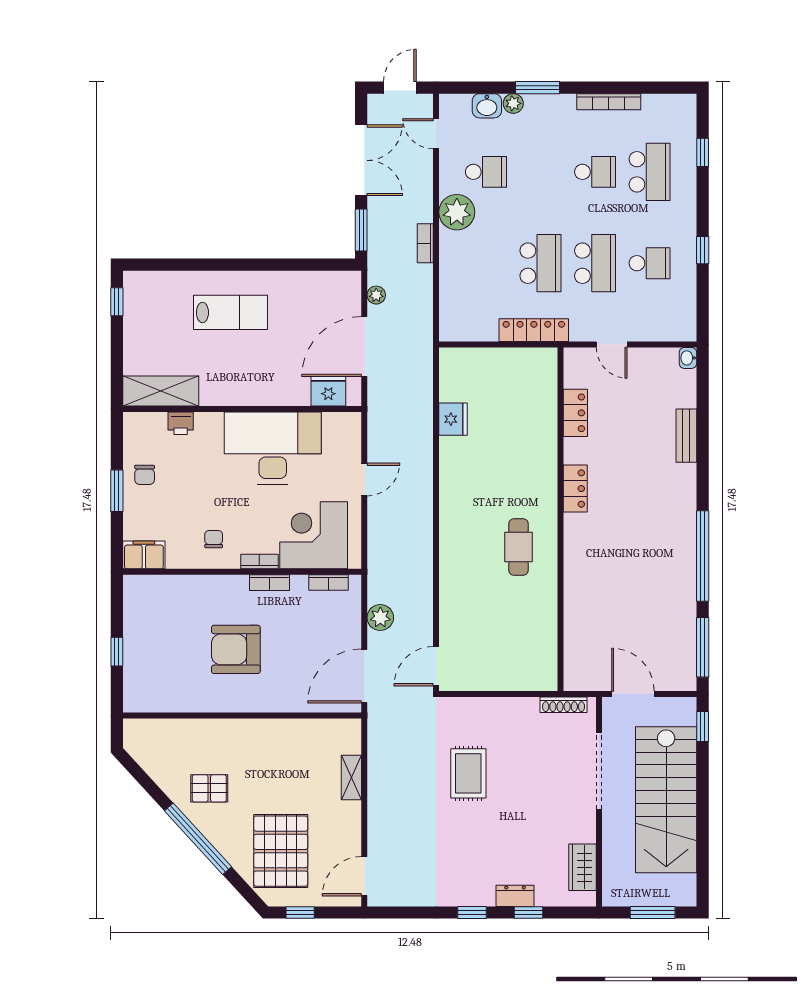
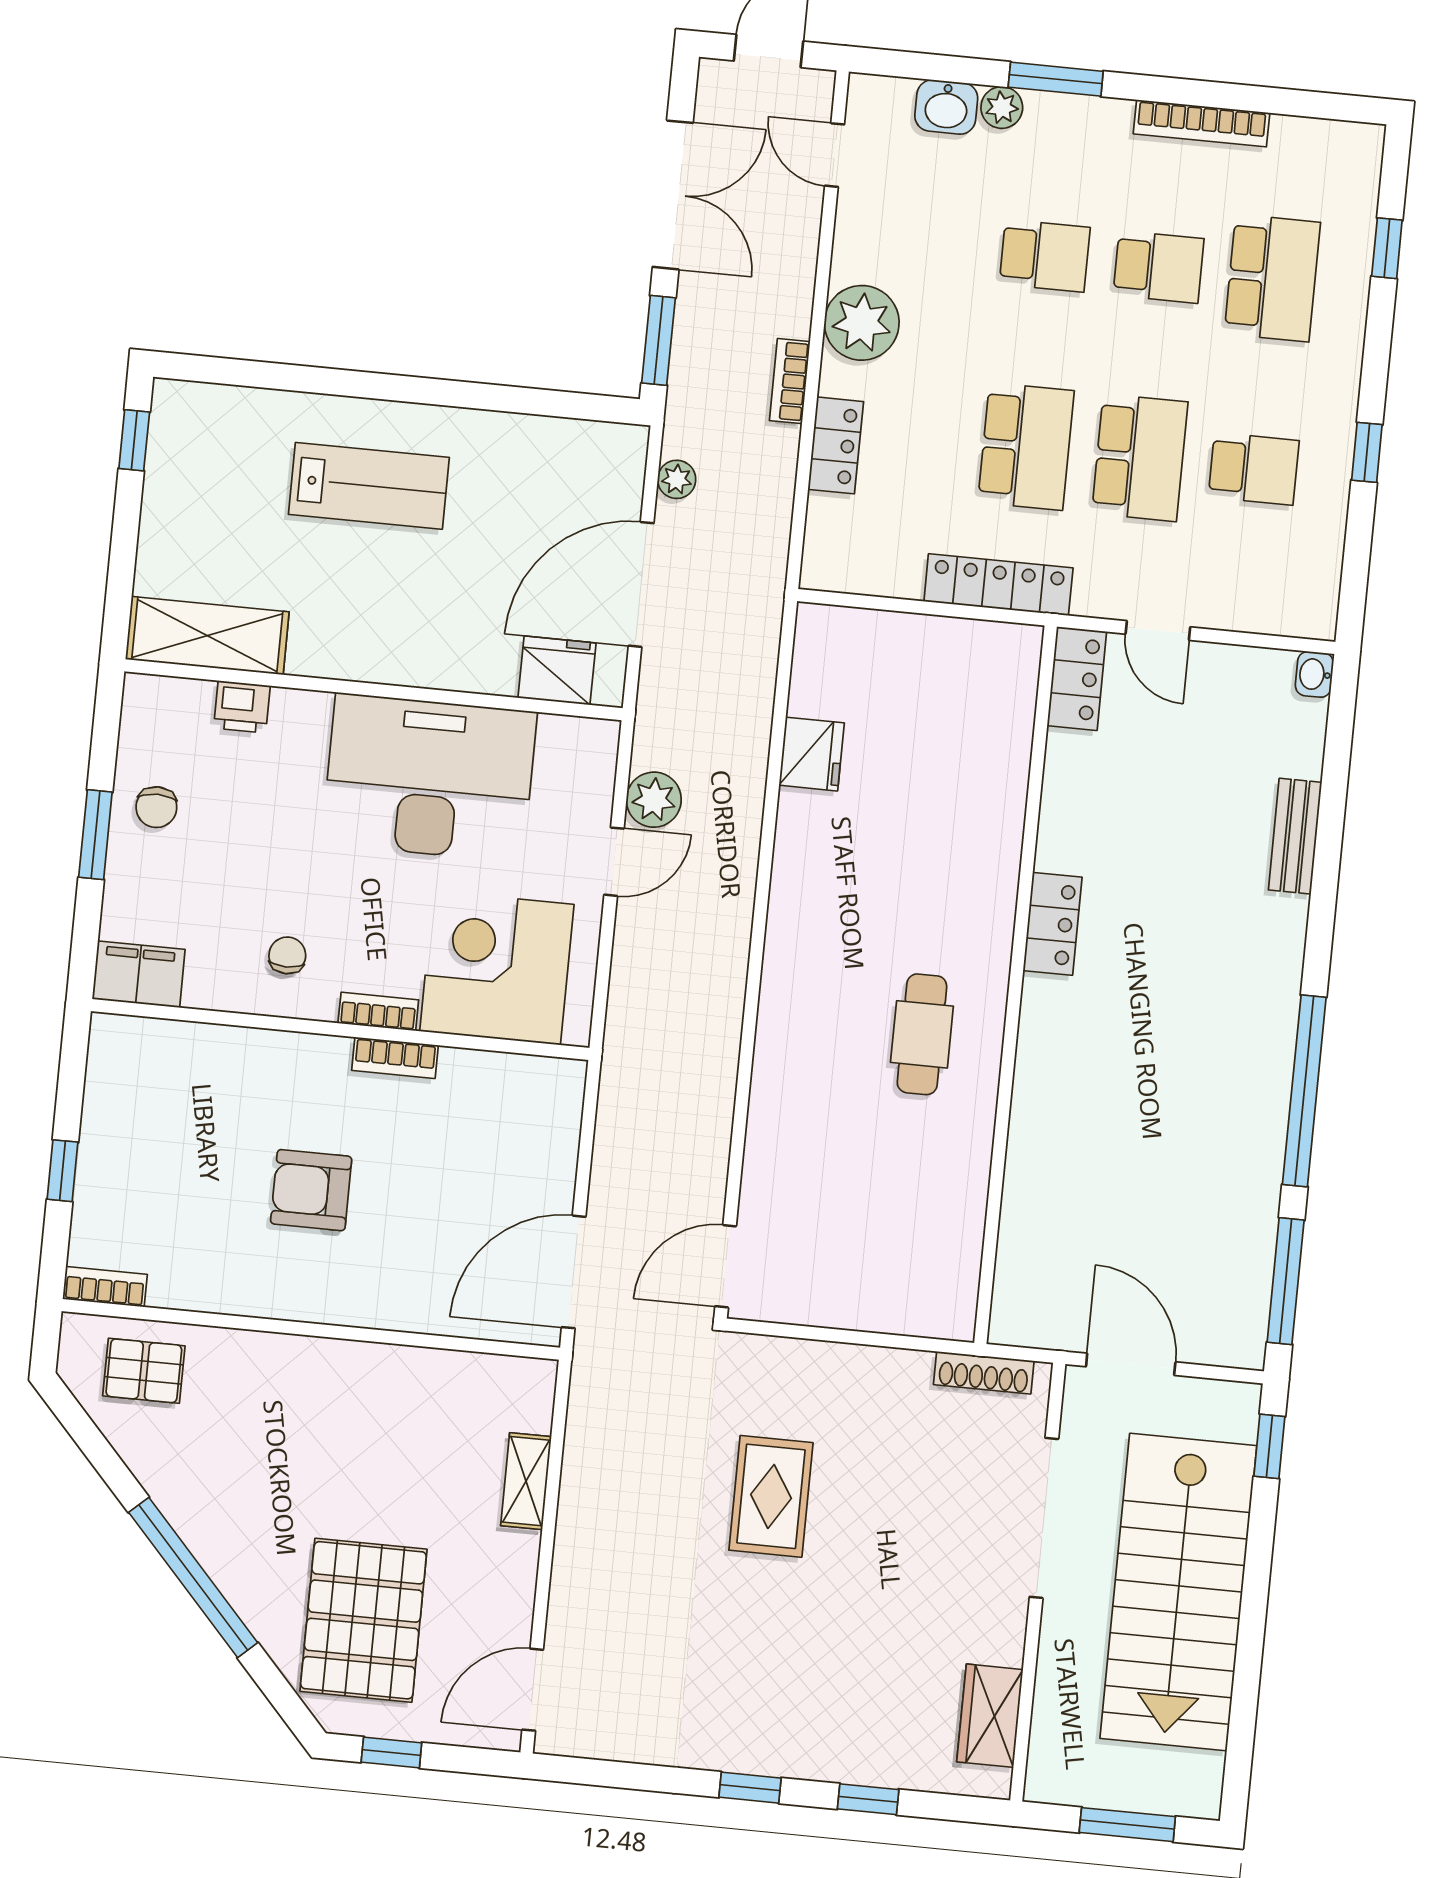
school desk: (486, 172) -> (1045, 256), moved
locker: (450, 272) -> (836, 445), added
locker: (575, 413) -> (1077, 679), moved
bookcase: (329, 583) -> (105, 1287), moved, turned 180
plant: (380, 618) -> (654, 800), moved
armchair: (236, 649) -> (311, 1190), width x0.73, depth x0.73
pallet: (209, 788) -> (144, 1371), moved
dresser: (515, 896) -> (843, 1762), removed

